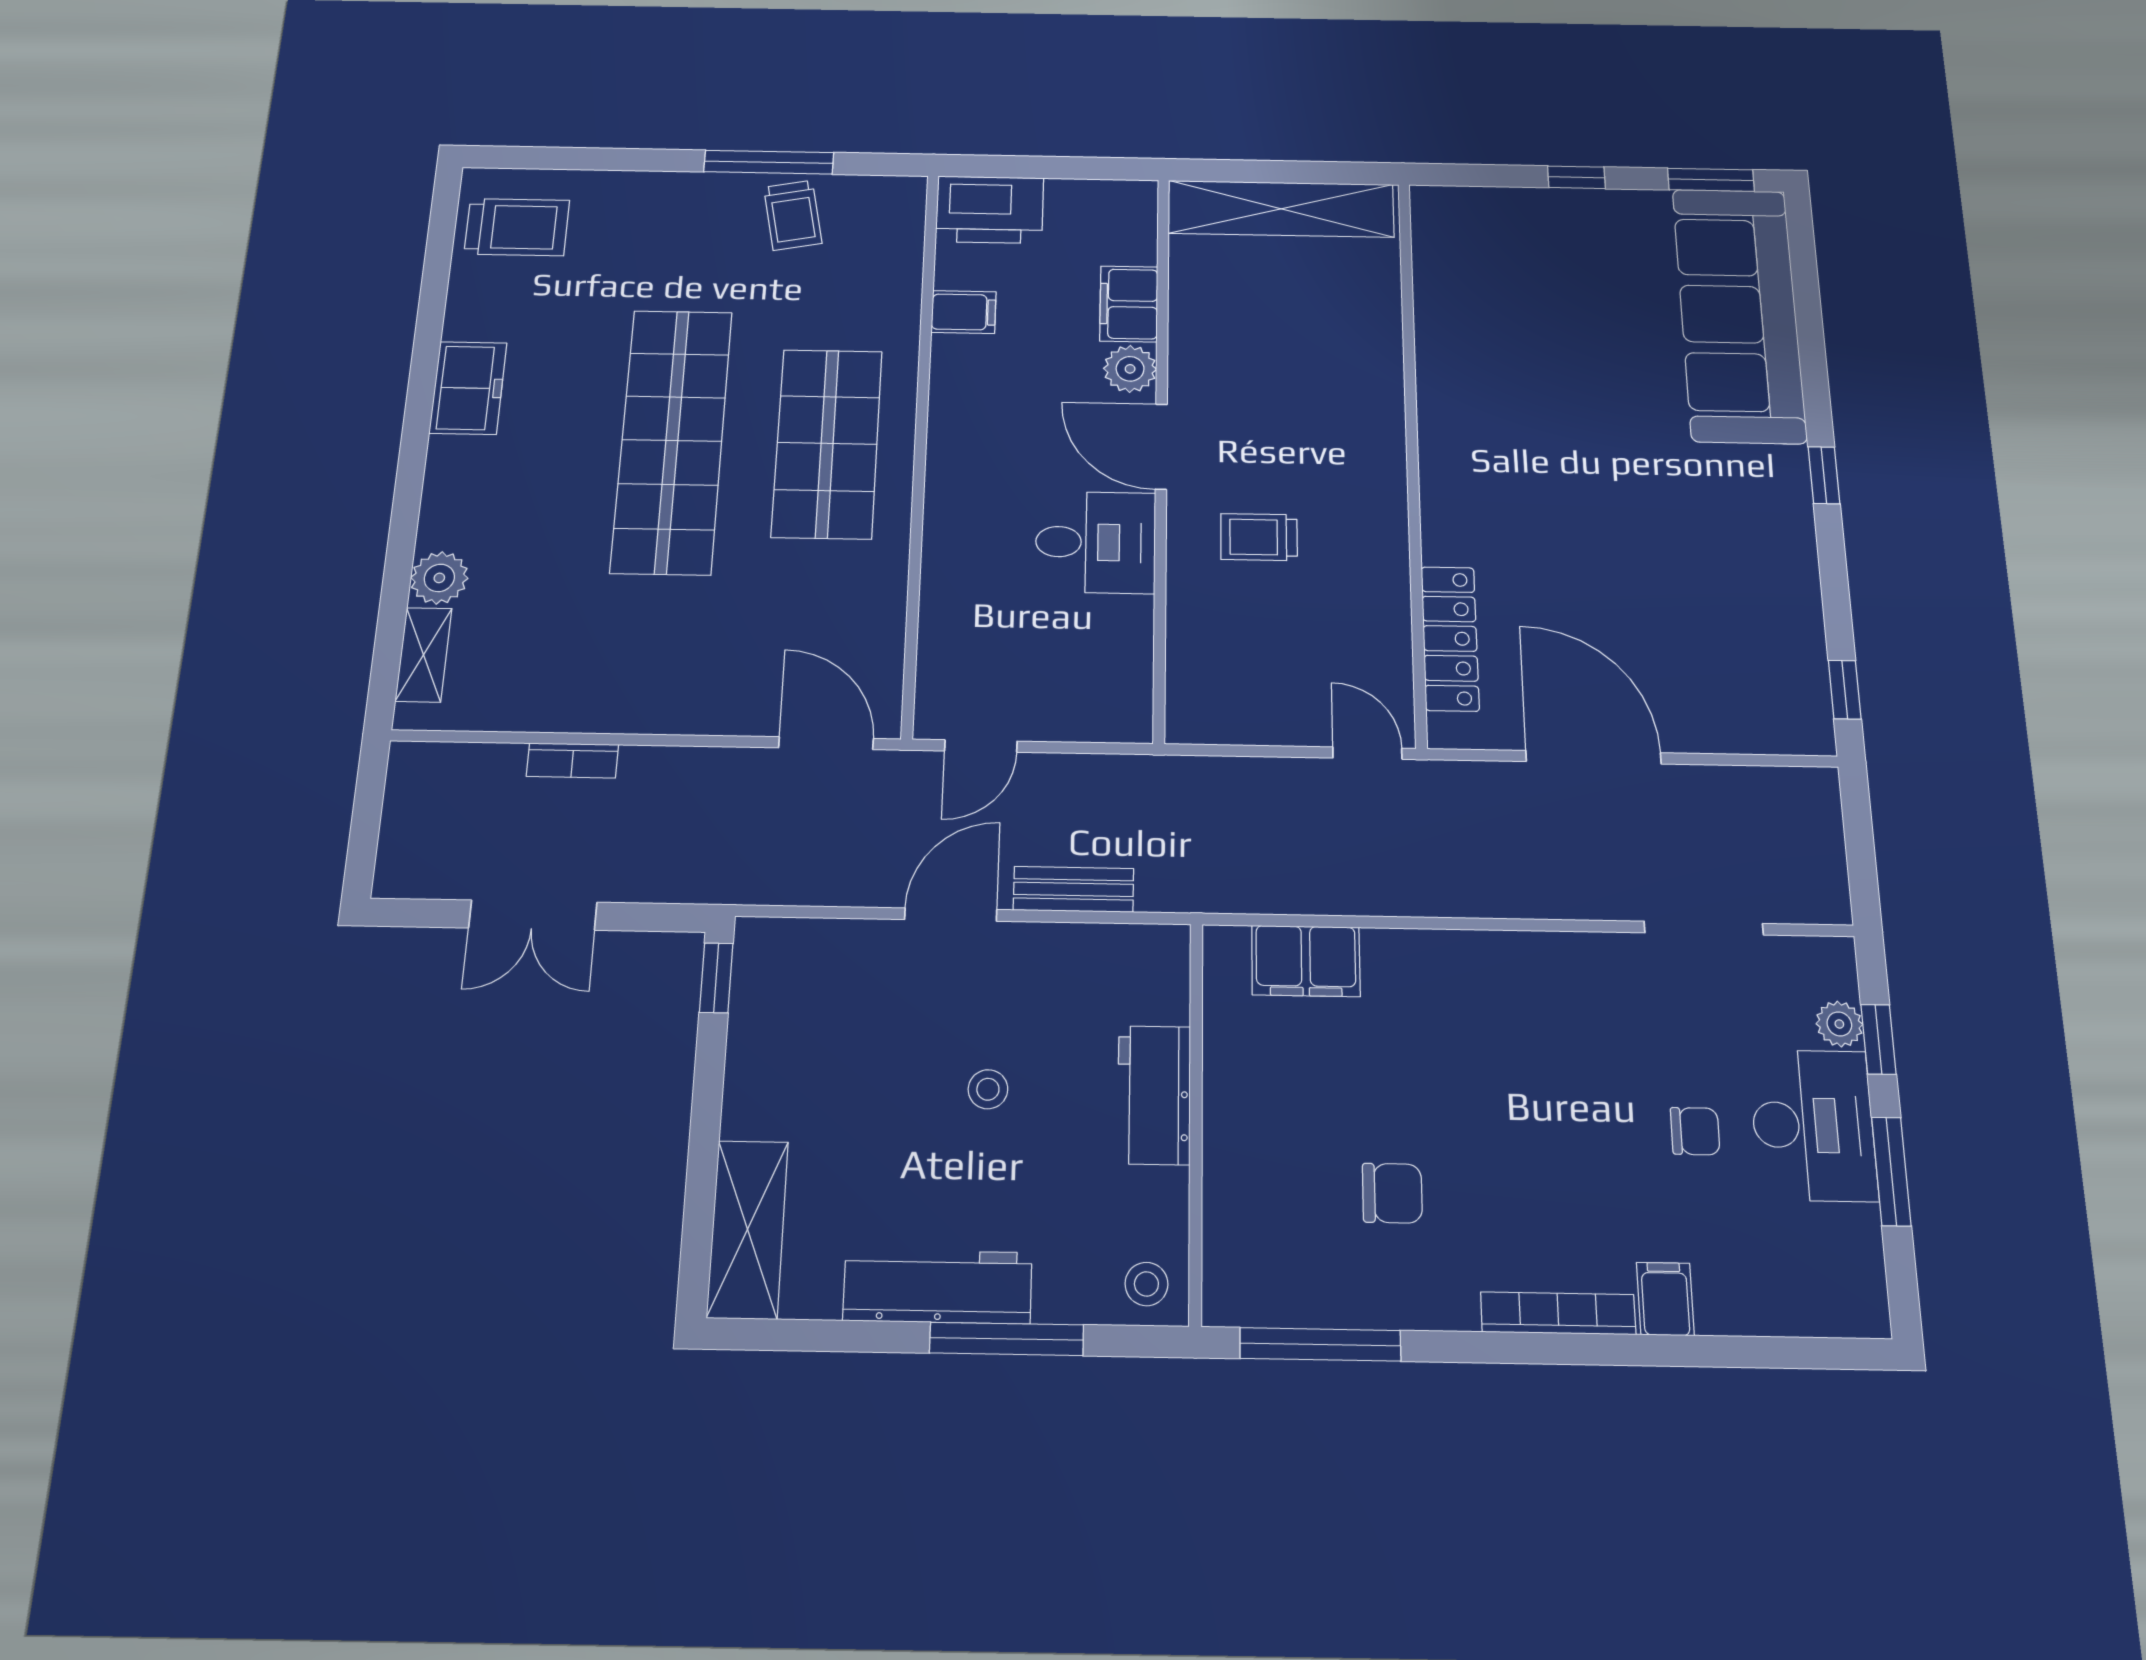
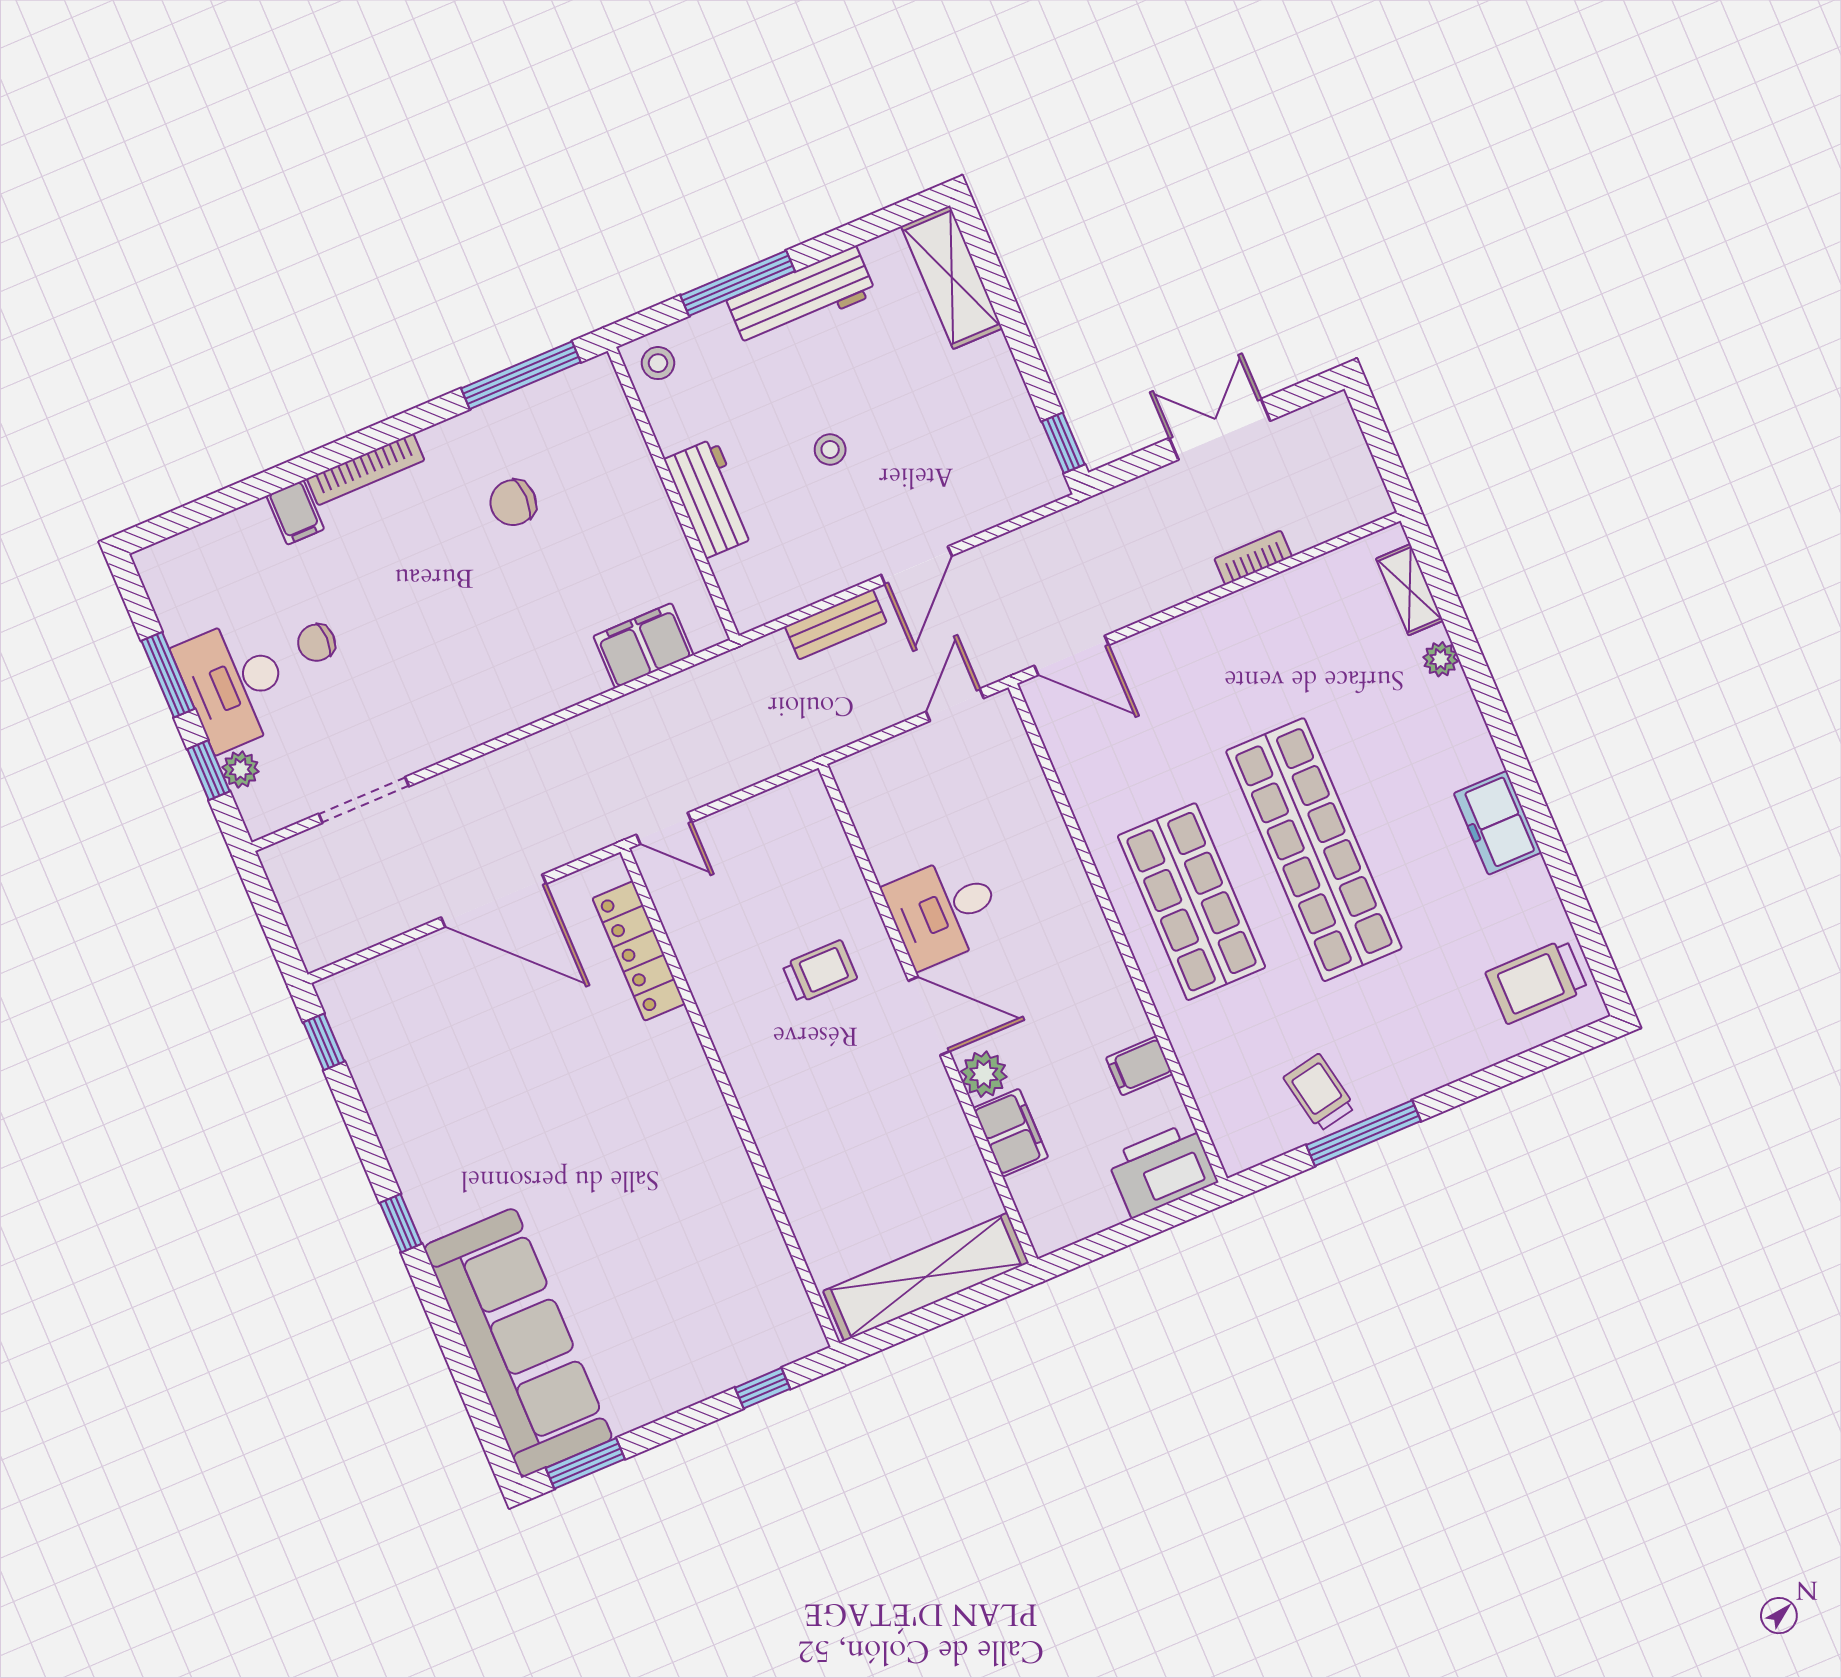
window: (1576, 177) -> (763, 1388), moved
plant: (439, 578) -> (1441, 659), width x0.73, depth x0.73

